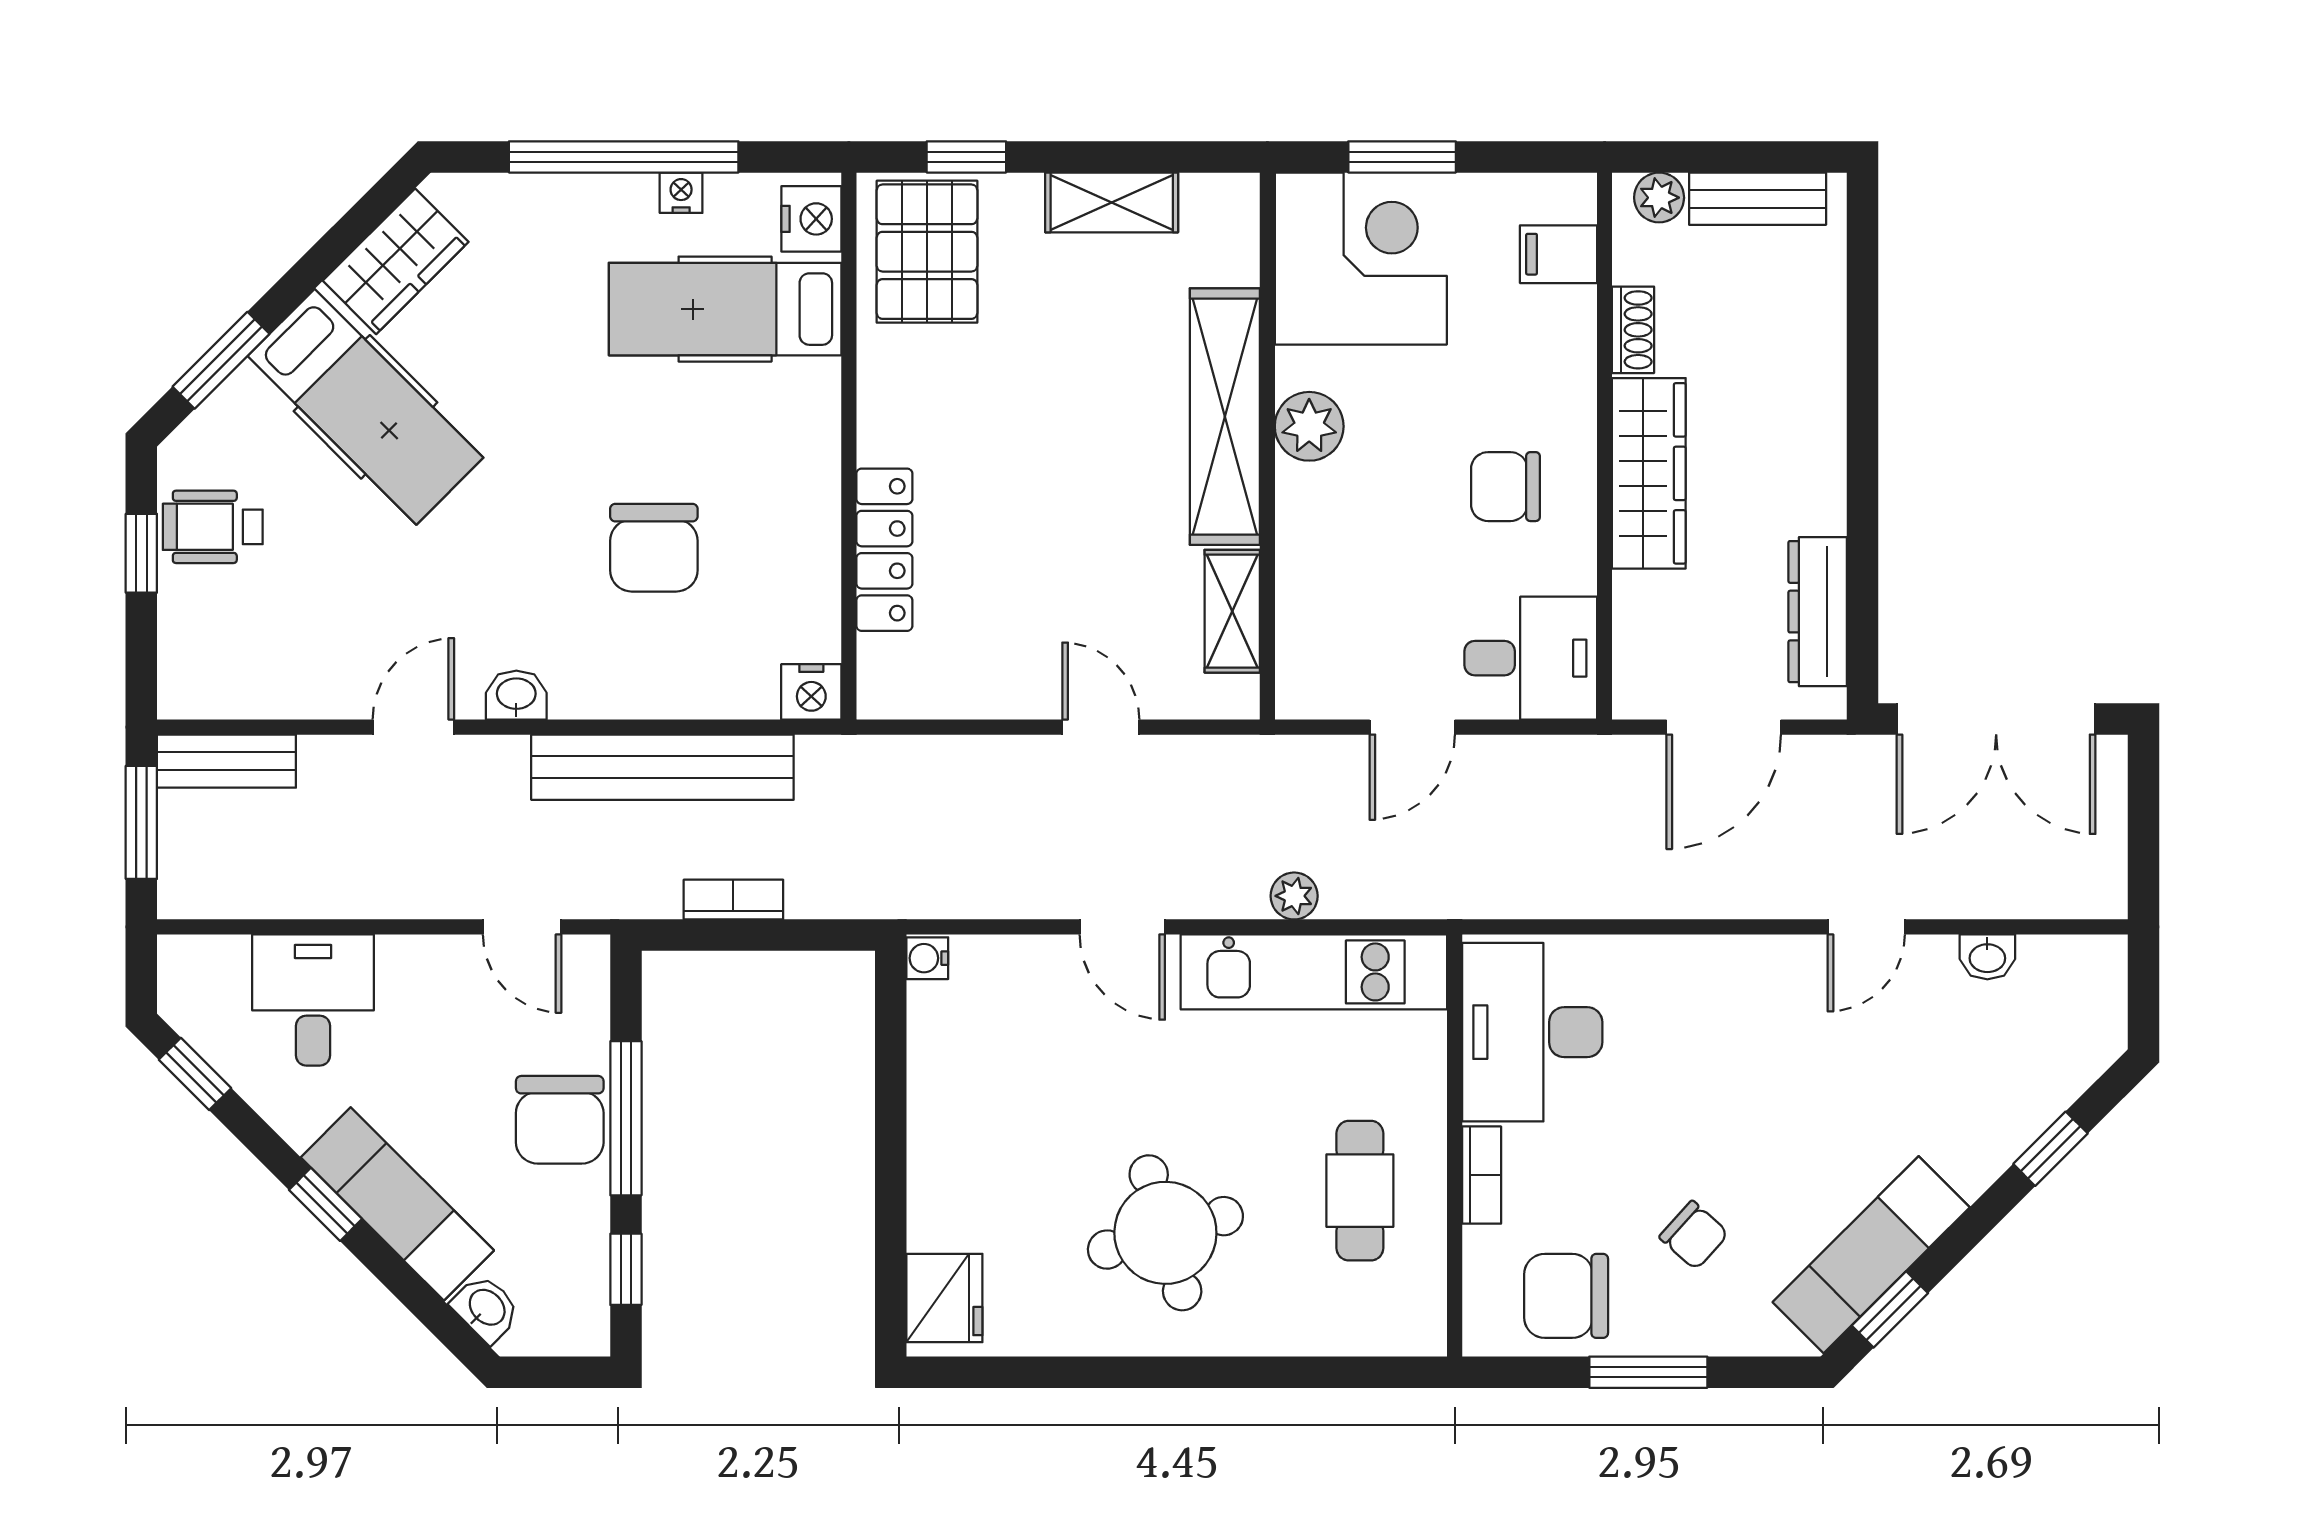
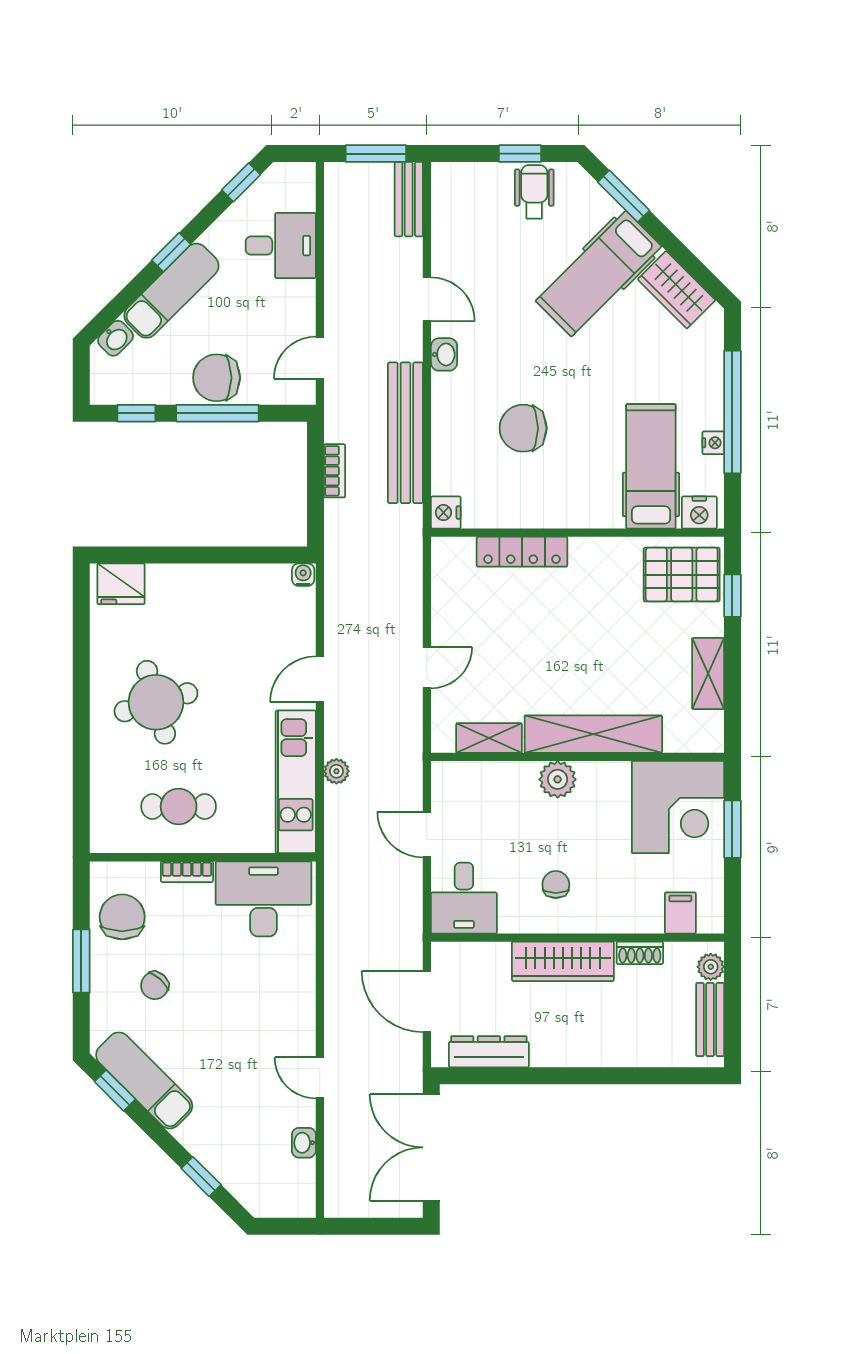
plant: (1309, 426) -> (558, 779), moved
chair: (1505, 487) -> (556, 884), width x0.73, depth x0.73

